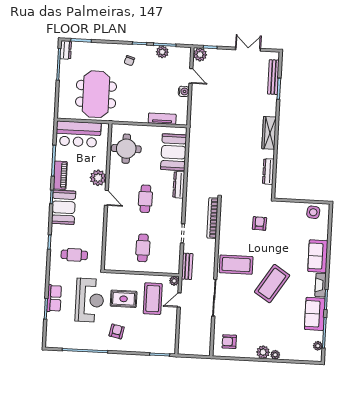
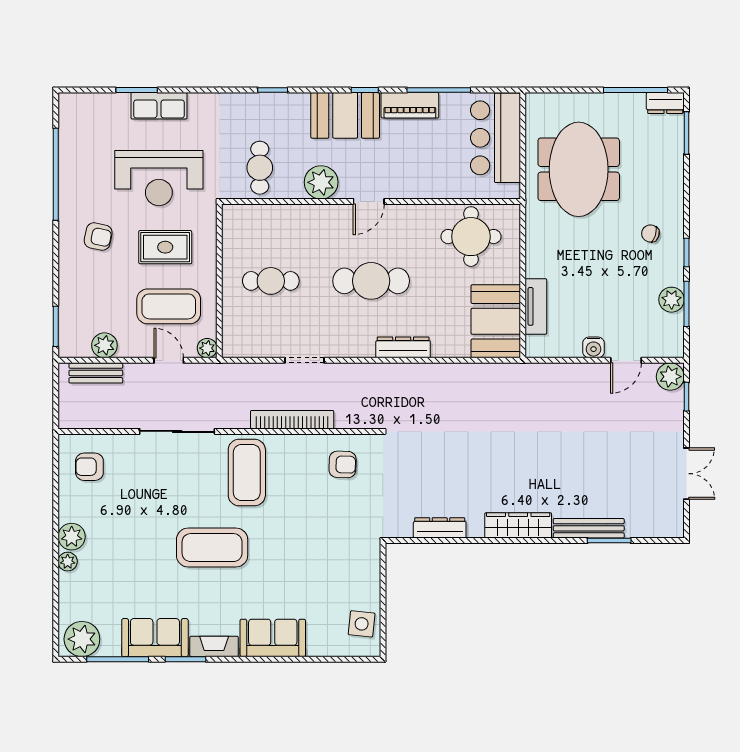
bench: (273, 77) -> (589, 528), moved
meeting table: (96, 94) -> (579, 169), turned 90
booth: (174, 152) -> (496, 321), moved, turned 90
plant: (98, 178) -> (321, 182), moved
cafe table: (145, 199) -> (371, 281), width x1.37, depth x1.35
bookcase: (213, 218) -> (292, 420), moved
armchair: (259, 223) -> (343, 464), moved
cafe table: (74, 255) -> (260, 168), moved
bench: (187, 266) -> (96, 373), moved
coffee table: (272, 284) -> (212, 548), turned -33
rug: (124, 299) -> (165, 247), turned 90
plant: (170, 331) -> (104, 345), added
armchair: (229, 342) -> (89, 467), turned -90
plant: (318, 346) -> (82, 639), width x1.87, depth x1.87

